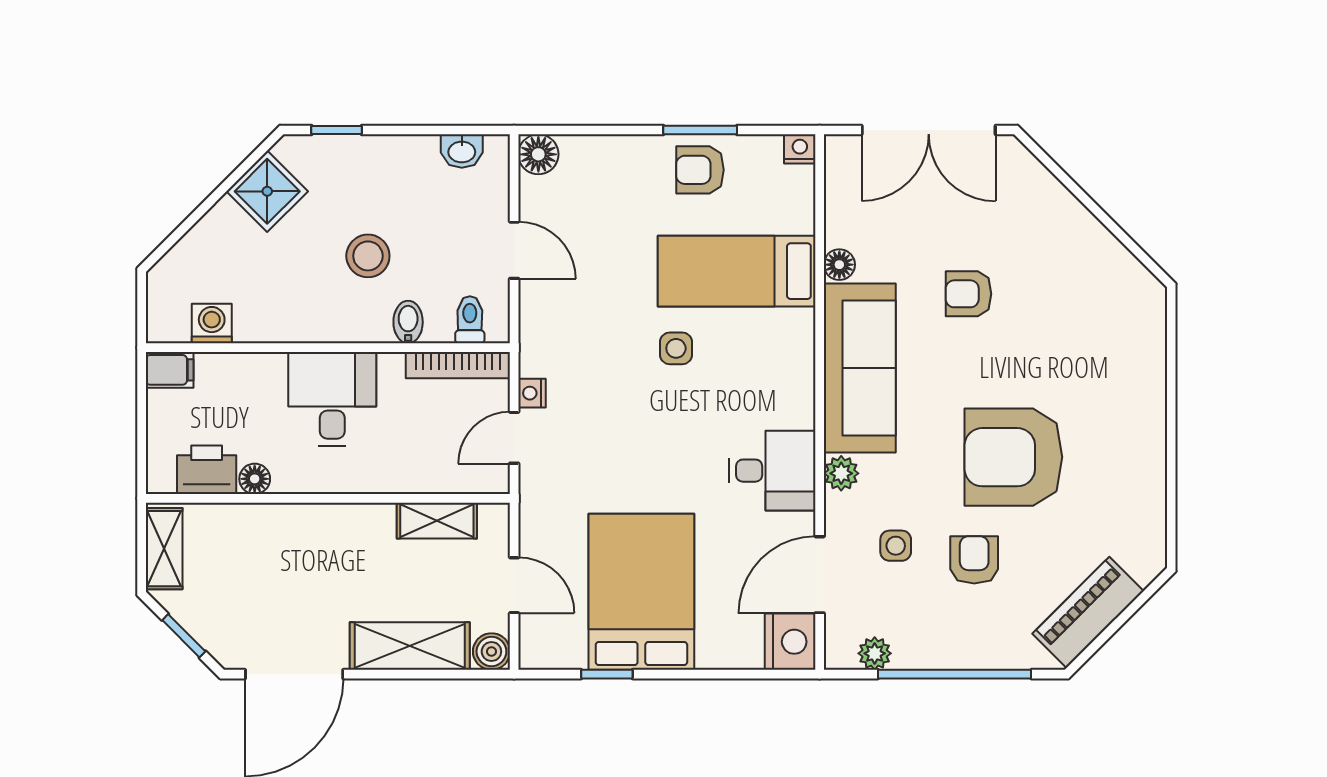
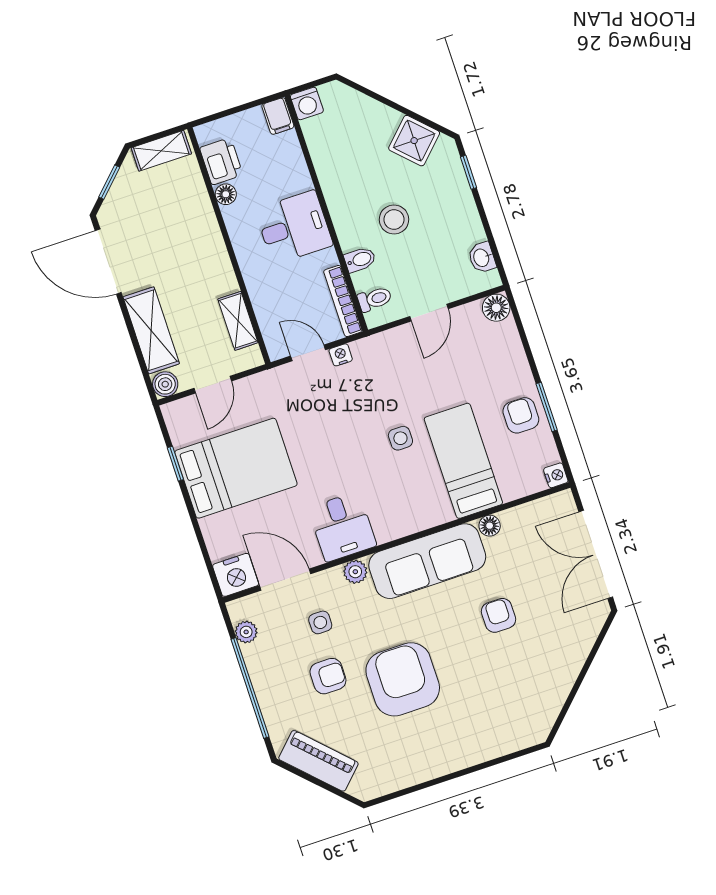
washing machine: (212, 324) -> (307, 103), moved, turned 90

